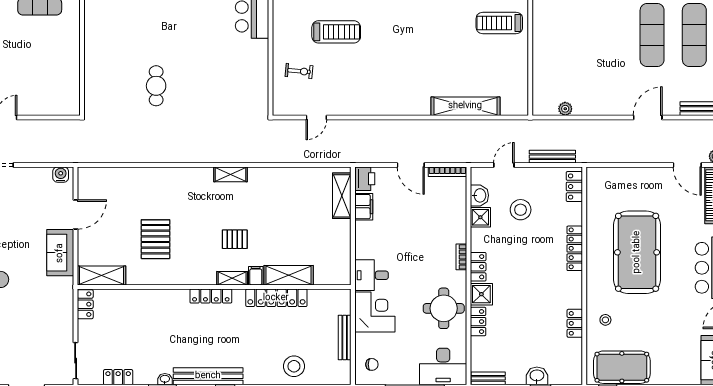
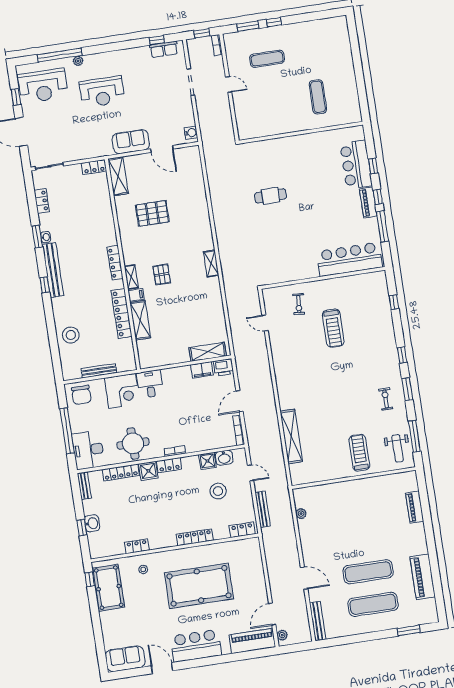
locker: (478, 322) -> (121, 472), width x1.53
chair: (372, 364) -> (81, 395), width x1.87, depth x1.87

